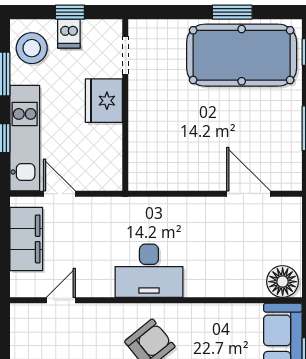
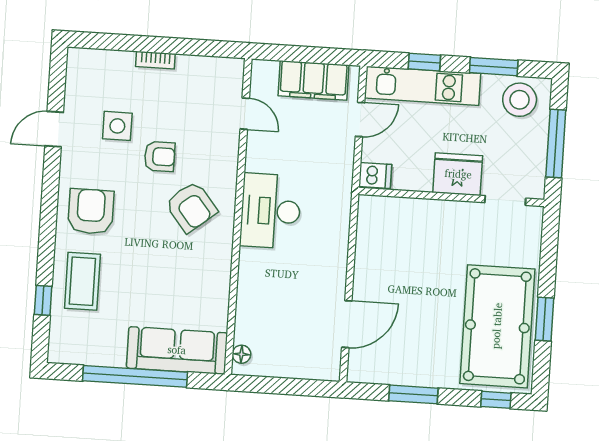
window: (70, 12) -> (556, 144), width x2.17
dishwasher: (69, 34) -> (375, 176), moved, turned 180
floor lamp: (283, 282) -> (241, 354), width x0.53, depth x0.53

